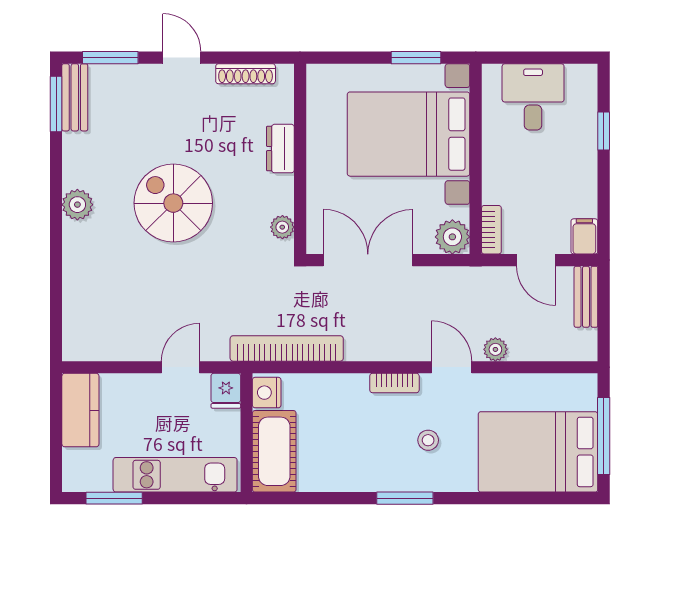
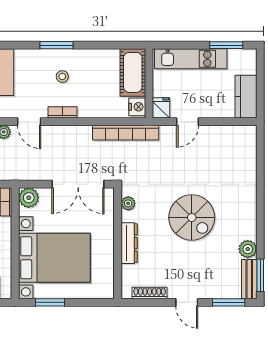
dresser: (280, 149) -> (129, 243), width x1.44
plant: (77, 205) -> (248, 249), moved
stool: (428, 440) -> (62, 77), moved

